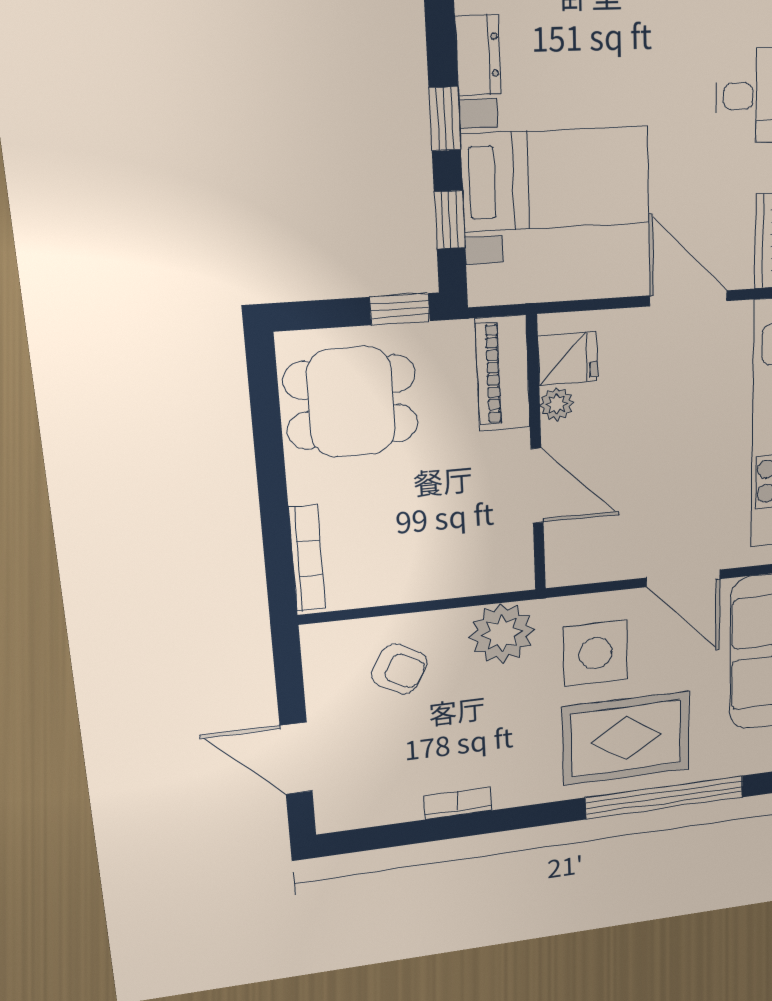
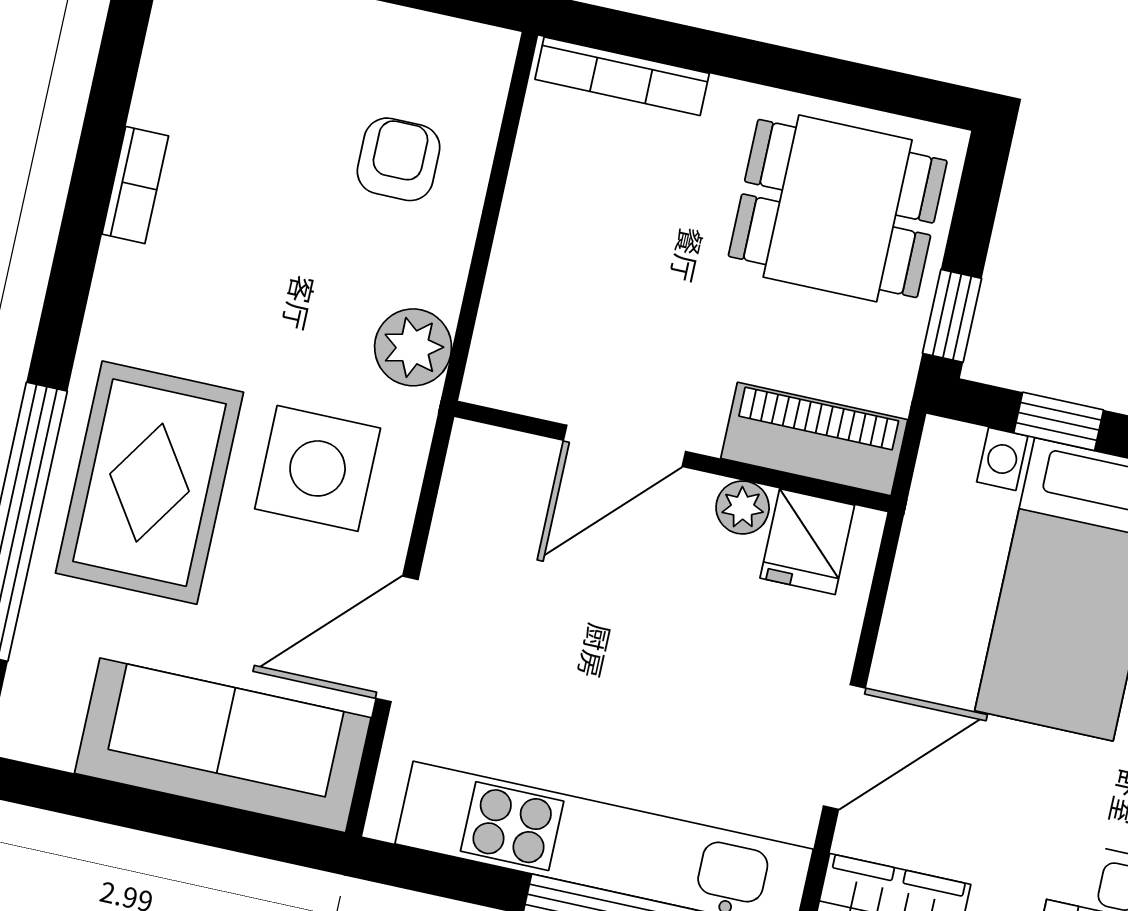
dining table: (351, 402) -> (838, 208), turned 90
plant: (502, 633) -> (413, 347), width x0.73, depth x0.73
armchair: (399, 669) -> (399, 159), turned 151

